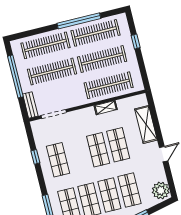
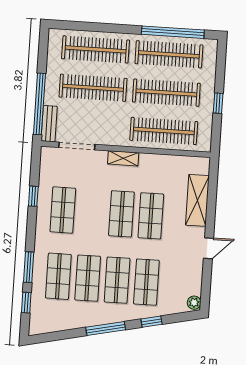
window: (79, 21) -> (173, 32), moved
window: (136, 41) -> (218, 103), moved
window: (15, 76) -> (39, 104), moved
shelving: (106, 108) -> (123, 158), moved
plant: (161, 191) -> (194, 303), width x0.53, depth x0.53

